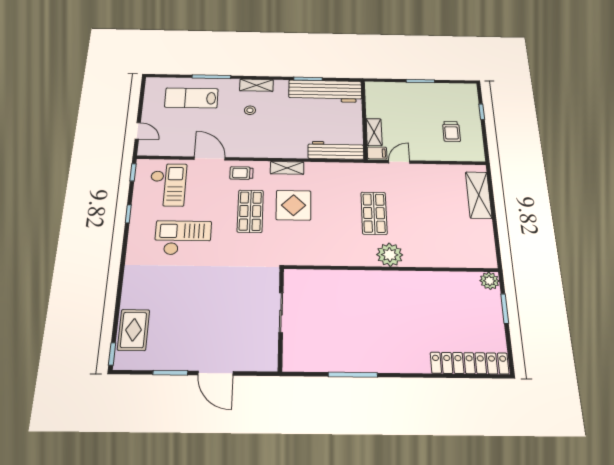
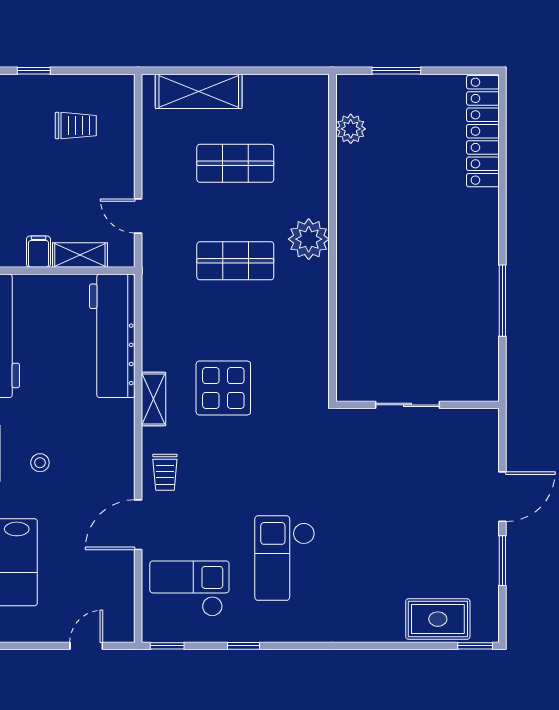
workbench: (336, 150) -> (112, 336), width x1.36, depth x1.32
filing cabinet: (377, 153) -> (39, 252), moved
shop shelf: (250, 211) -> (235, 163), moved
plant: (490, 281) -> (351, 129), moved

